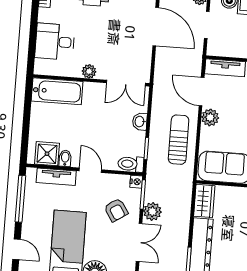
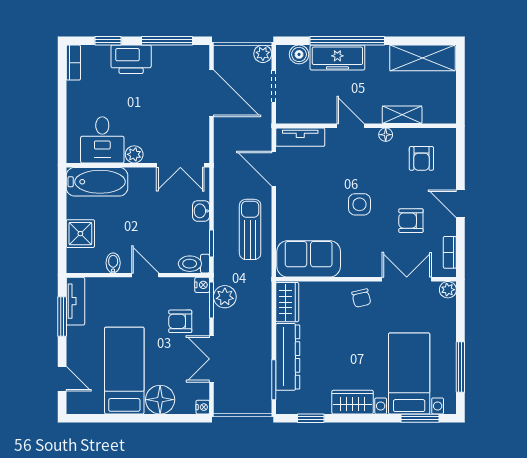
desk: (55, 42) -> (102, 140), moved, turned -90
plant: (210, 117) -> (287, 199), removed
shower: (47, 154) -> (80, 234), moved
tv unit: (56, 177) -> (75, 301), moved, turned -90
window: (20, 199) -> (62, 317), width x0.69
armchair: (116, 210) -> (180, 321), turned 123
plant: (152, 211) -> (225, 297), moved
double door: (139, 242) -> (211, 359), swing flipped

